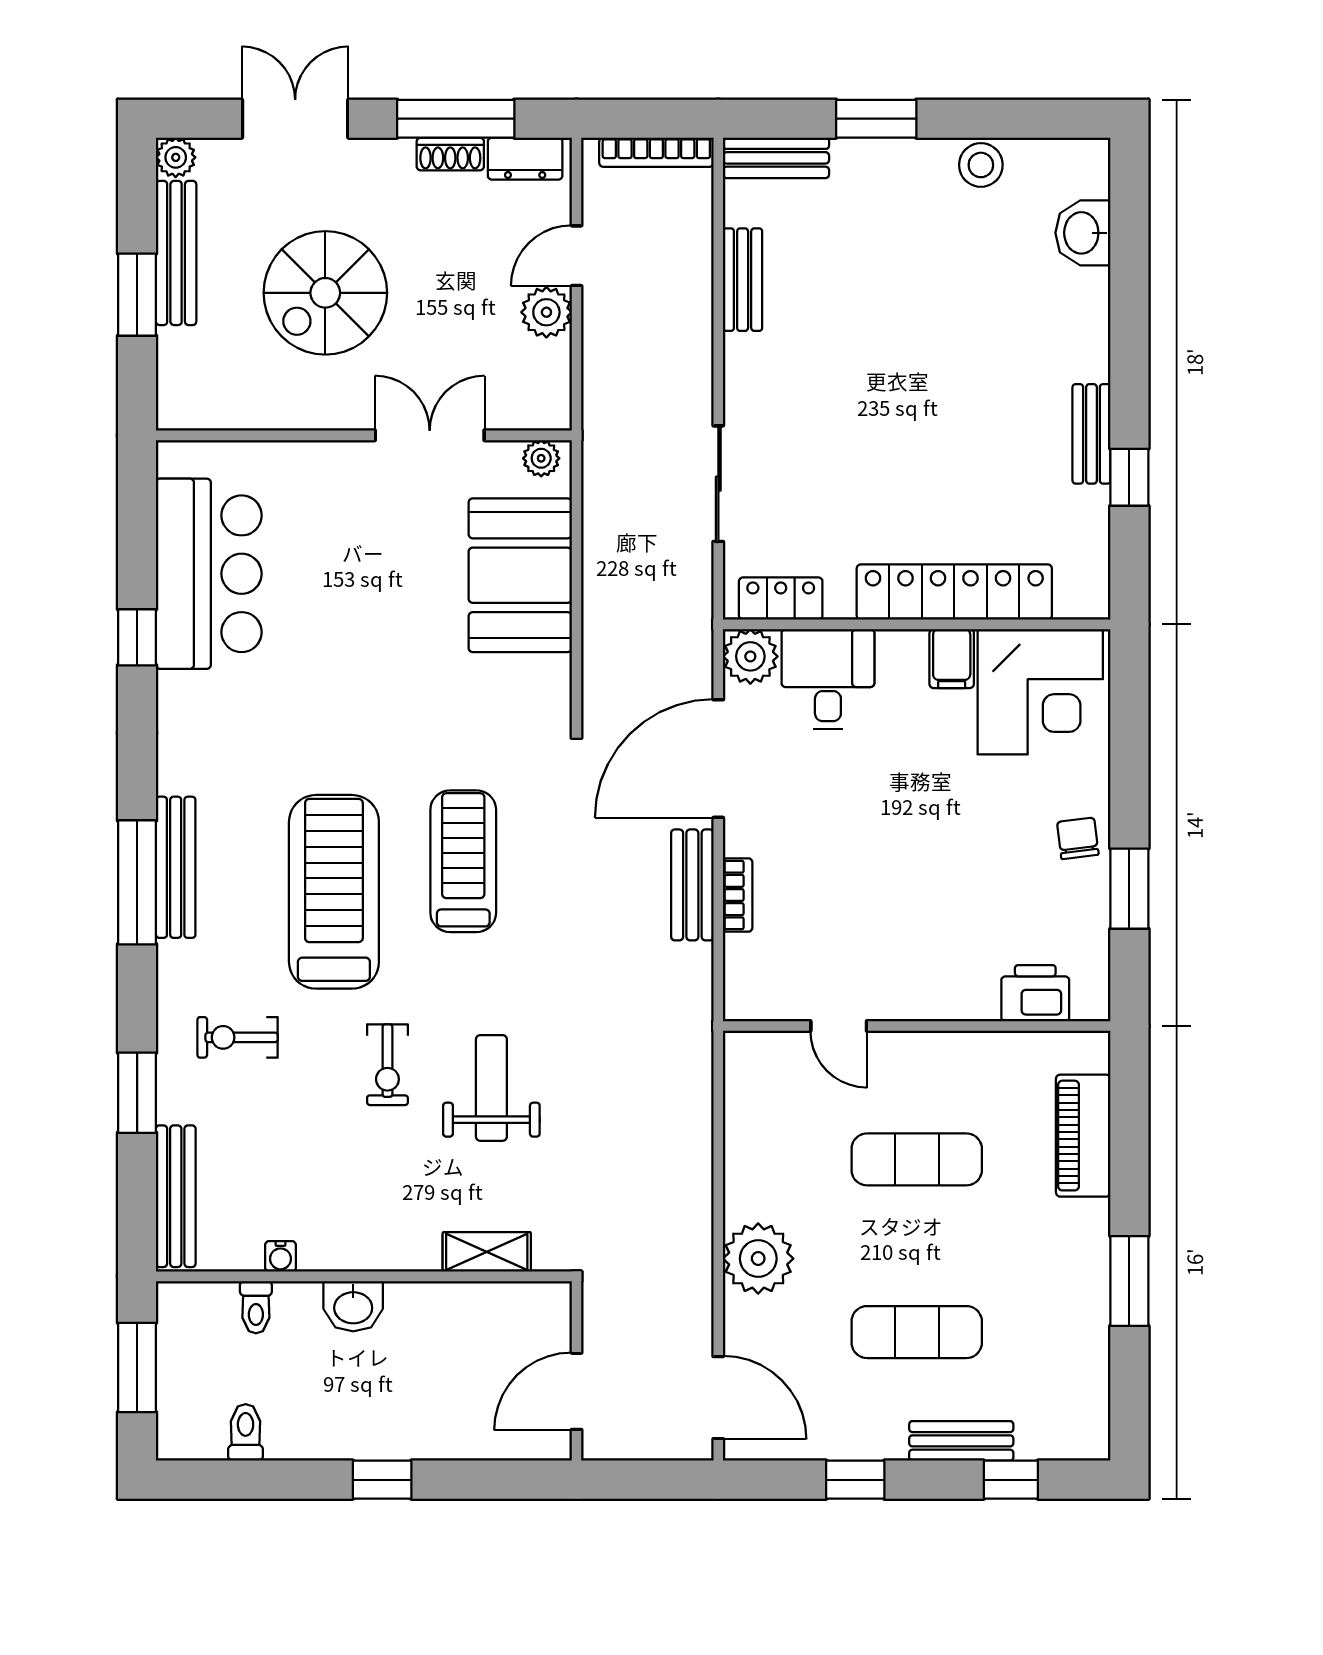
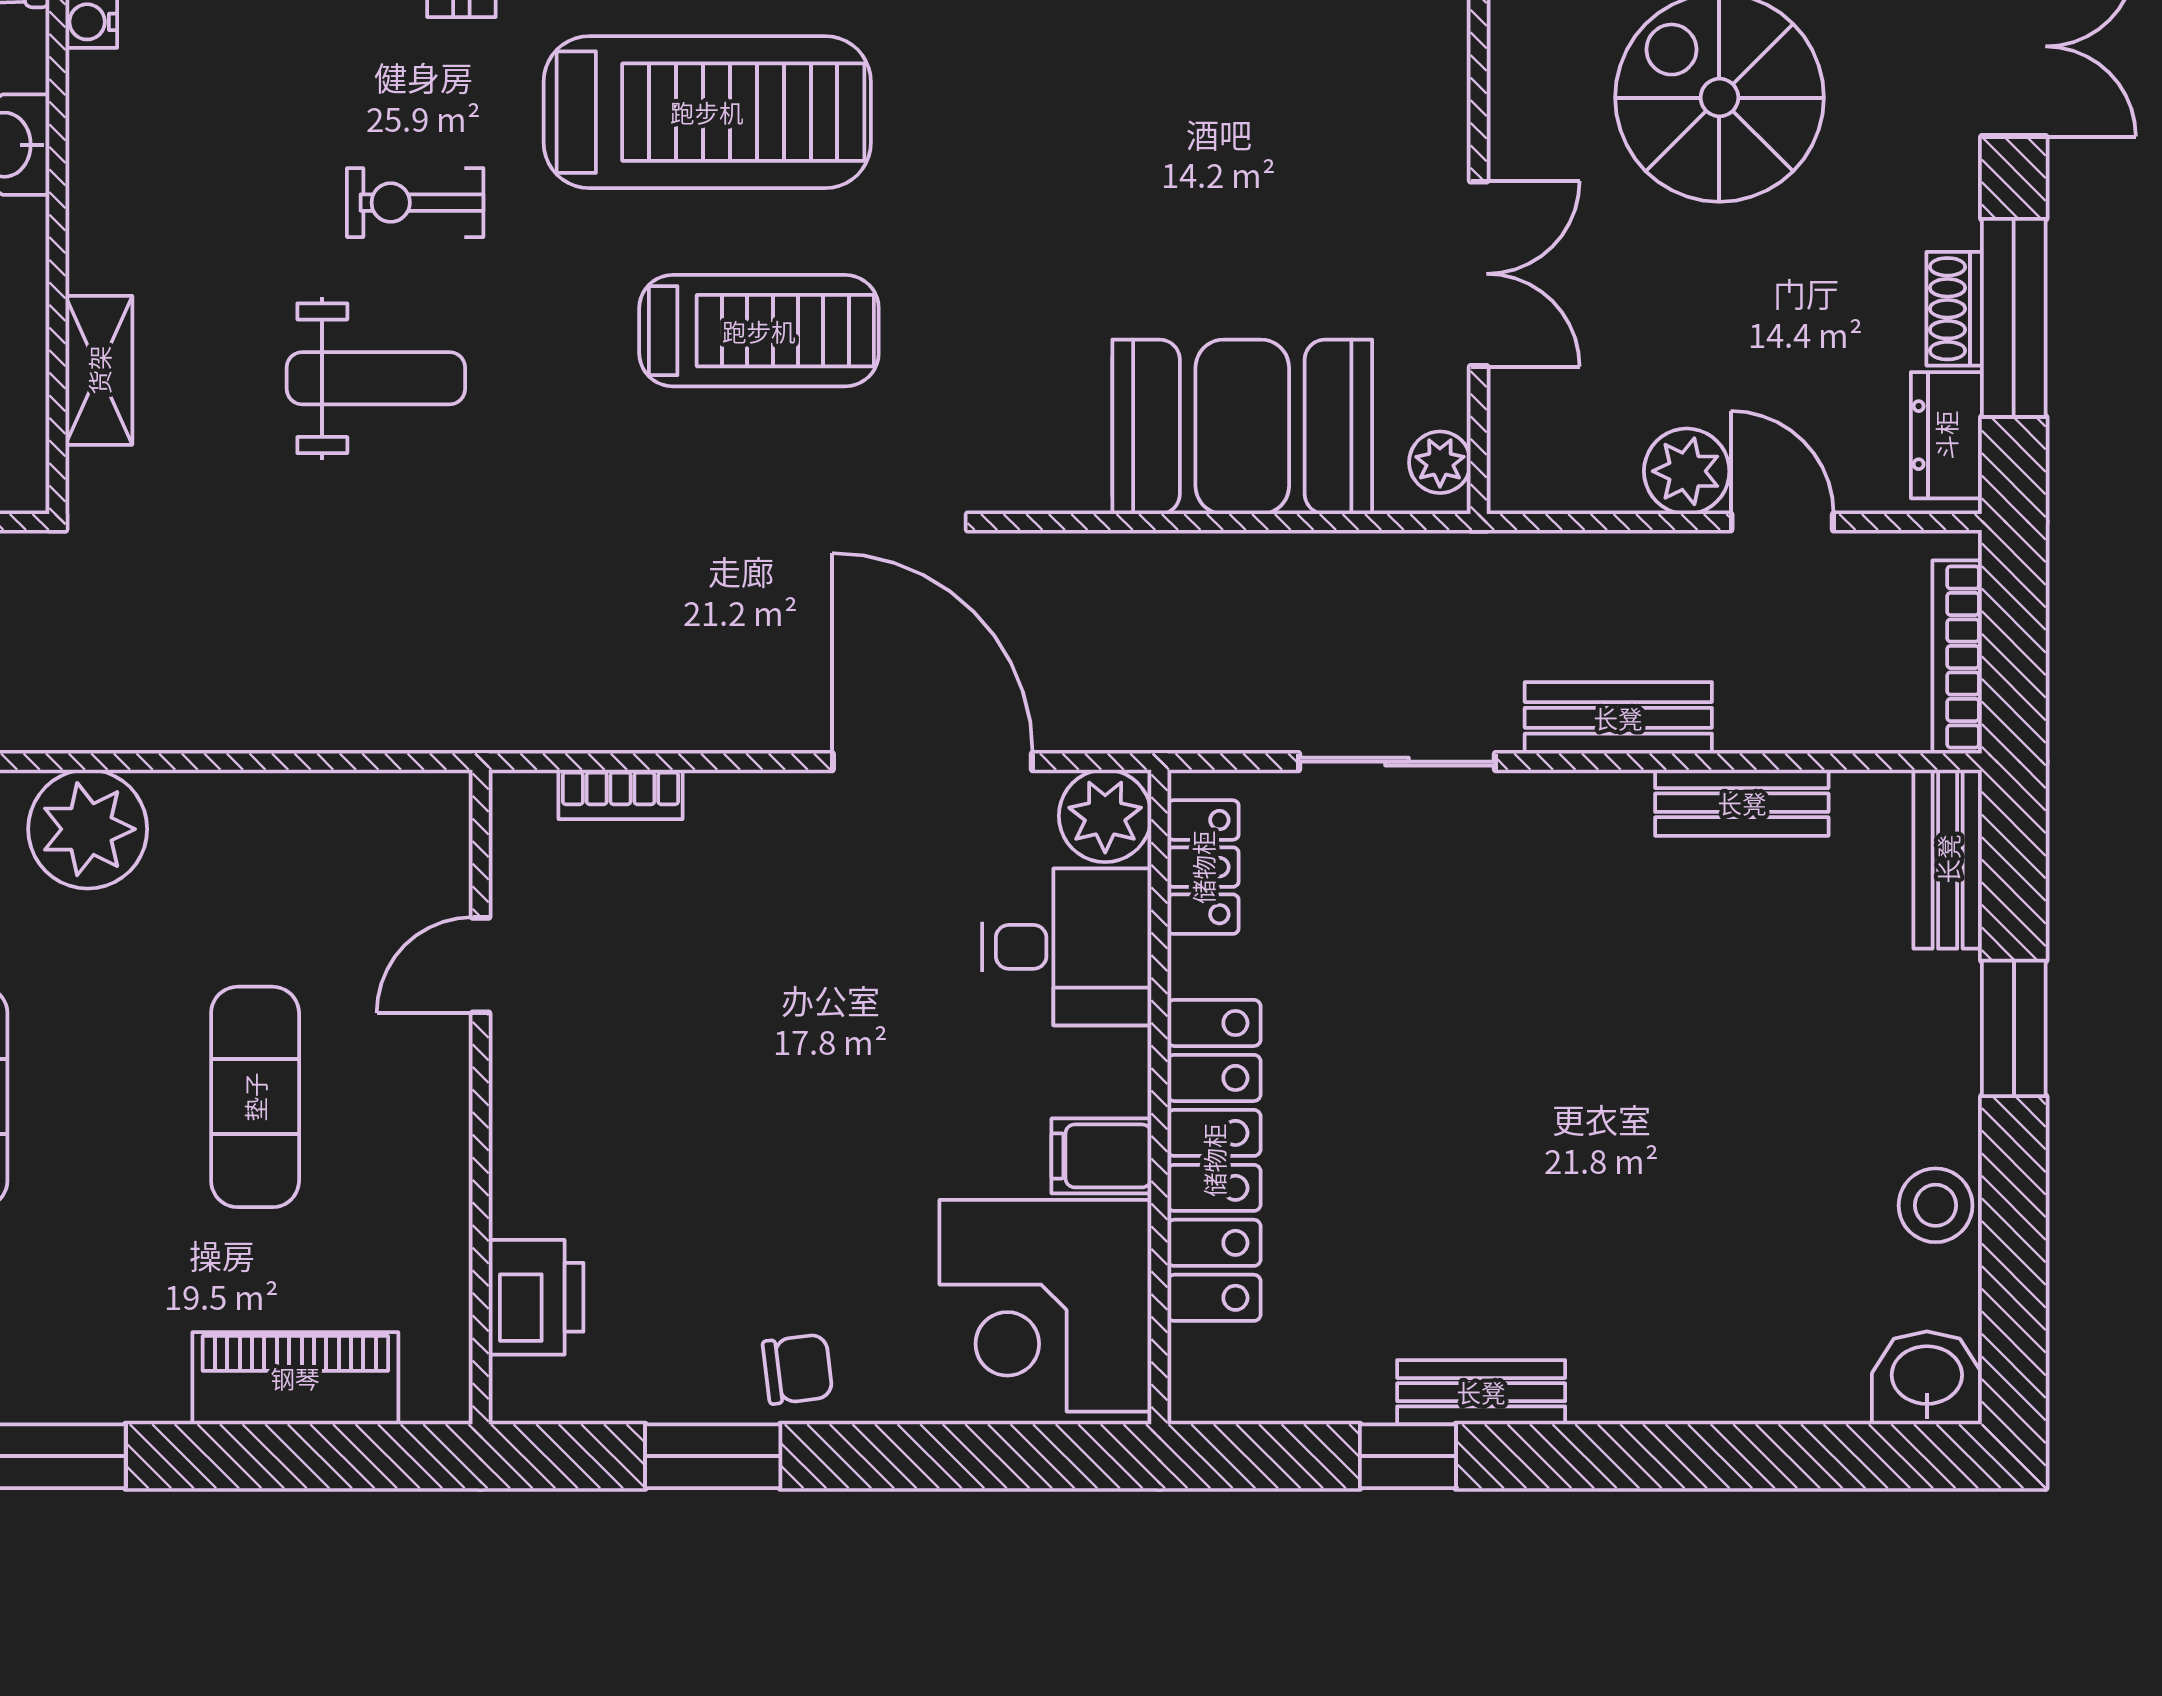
washbasin: (1083, 233) -> (1927, 1378), moved
bench: (692, 885) -> (1618, 718), moved
bookcase: (738, 895) -> (621, 794), moved

